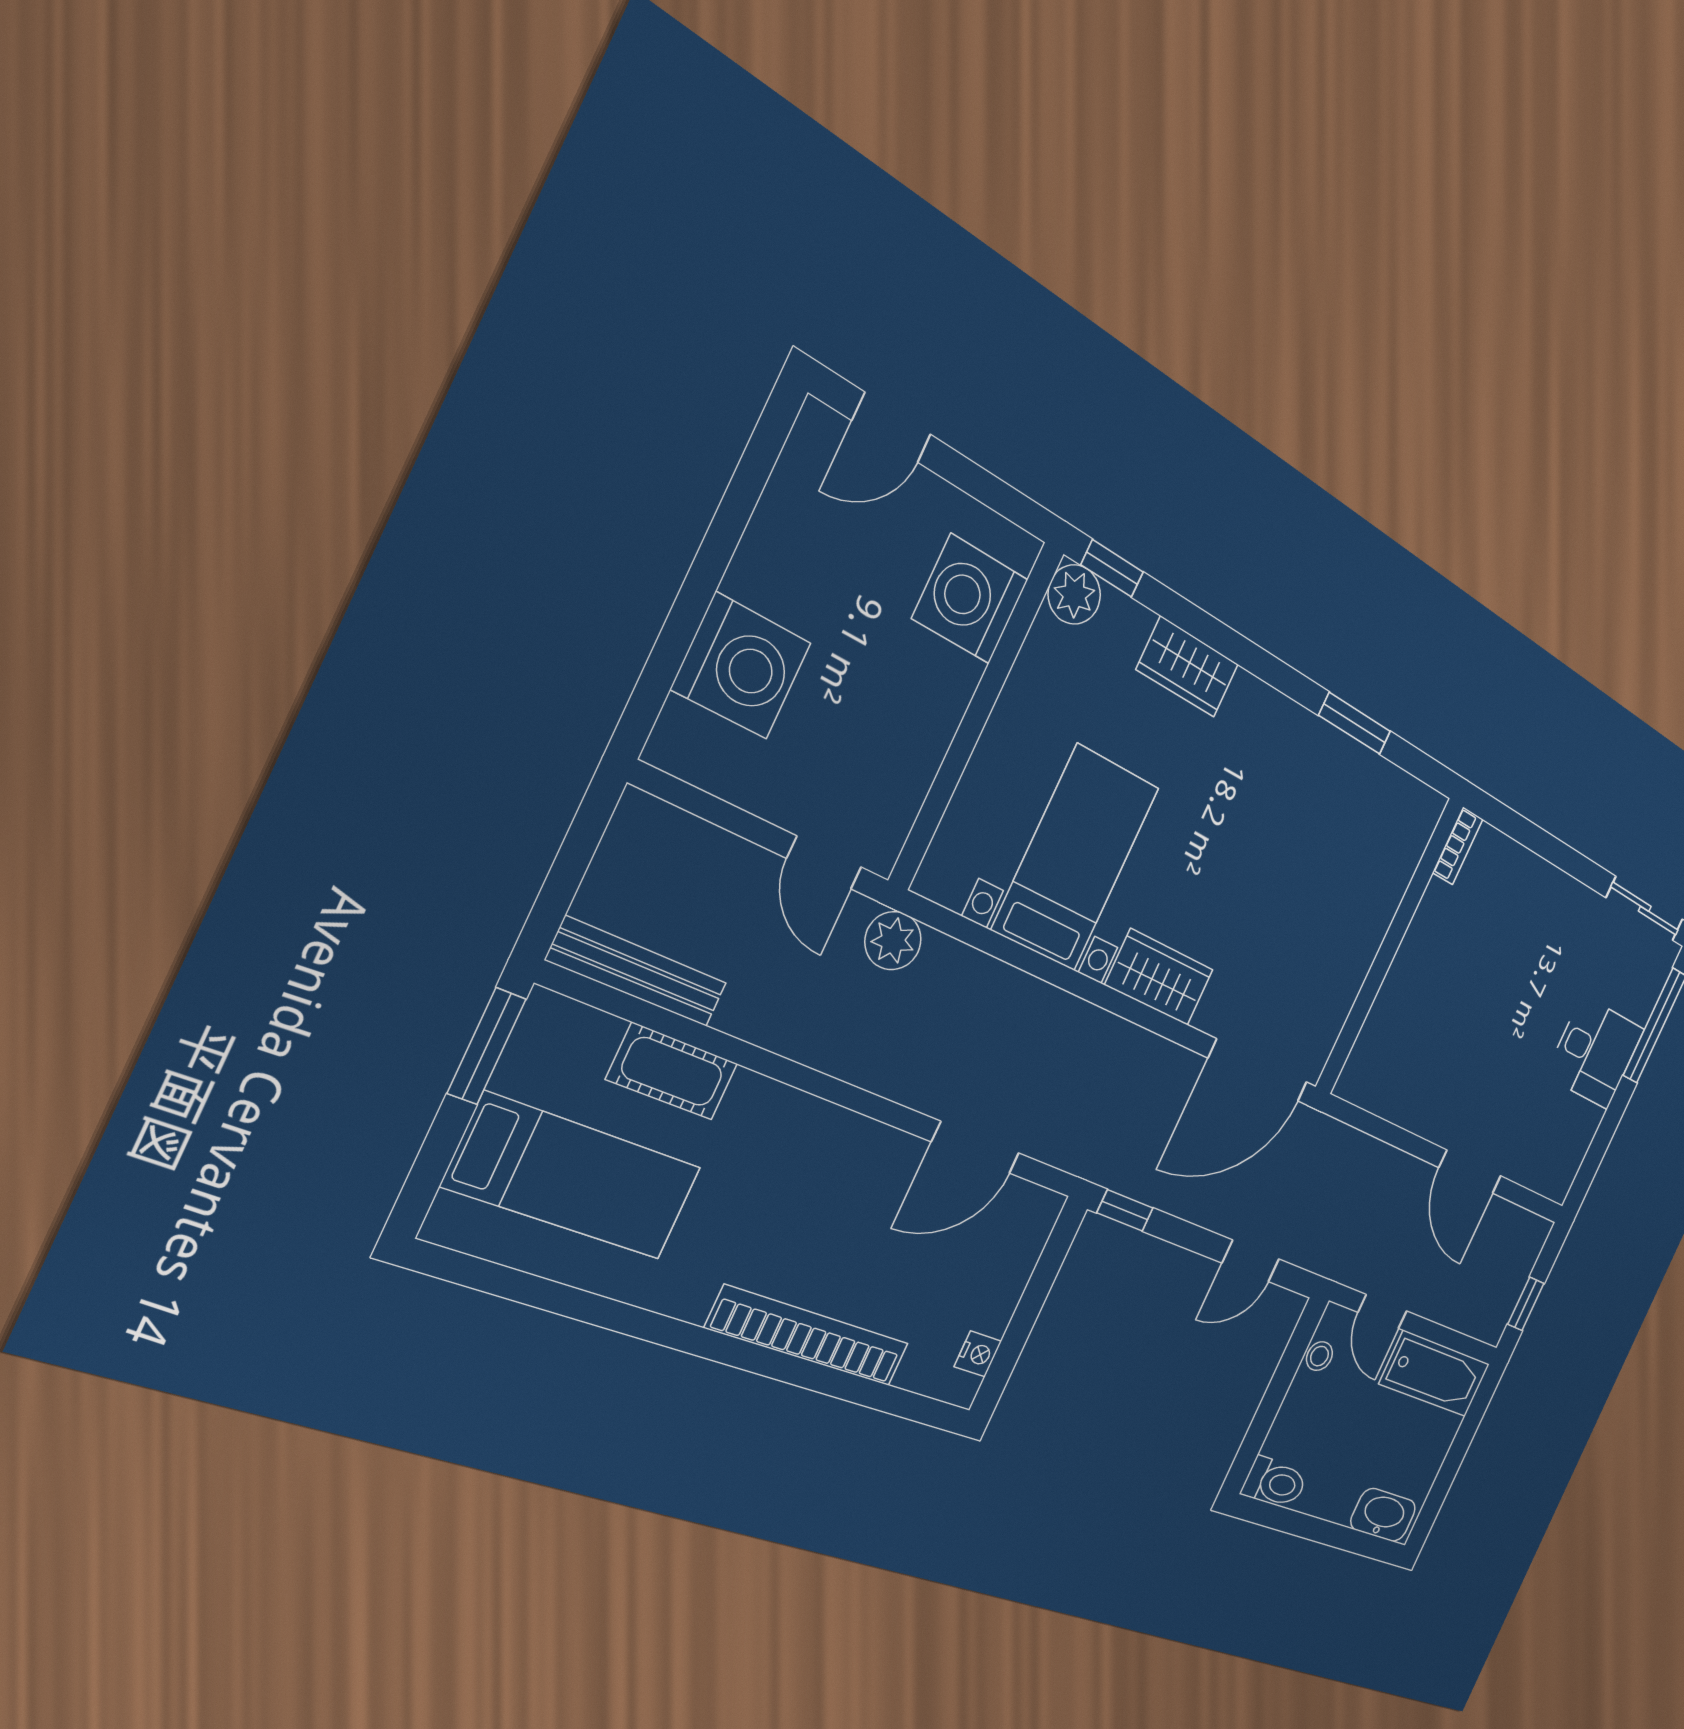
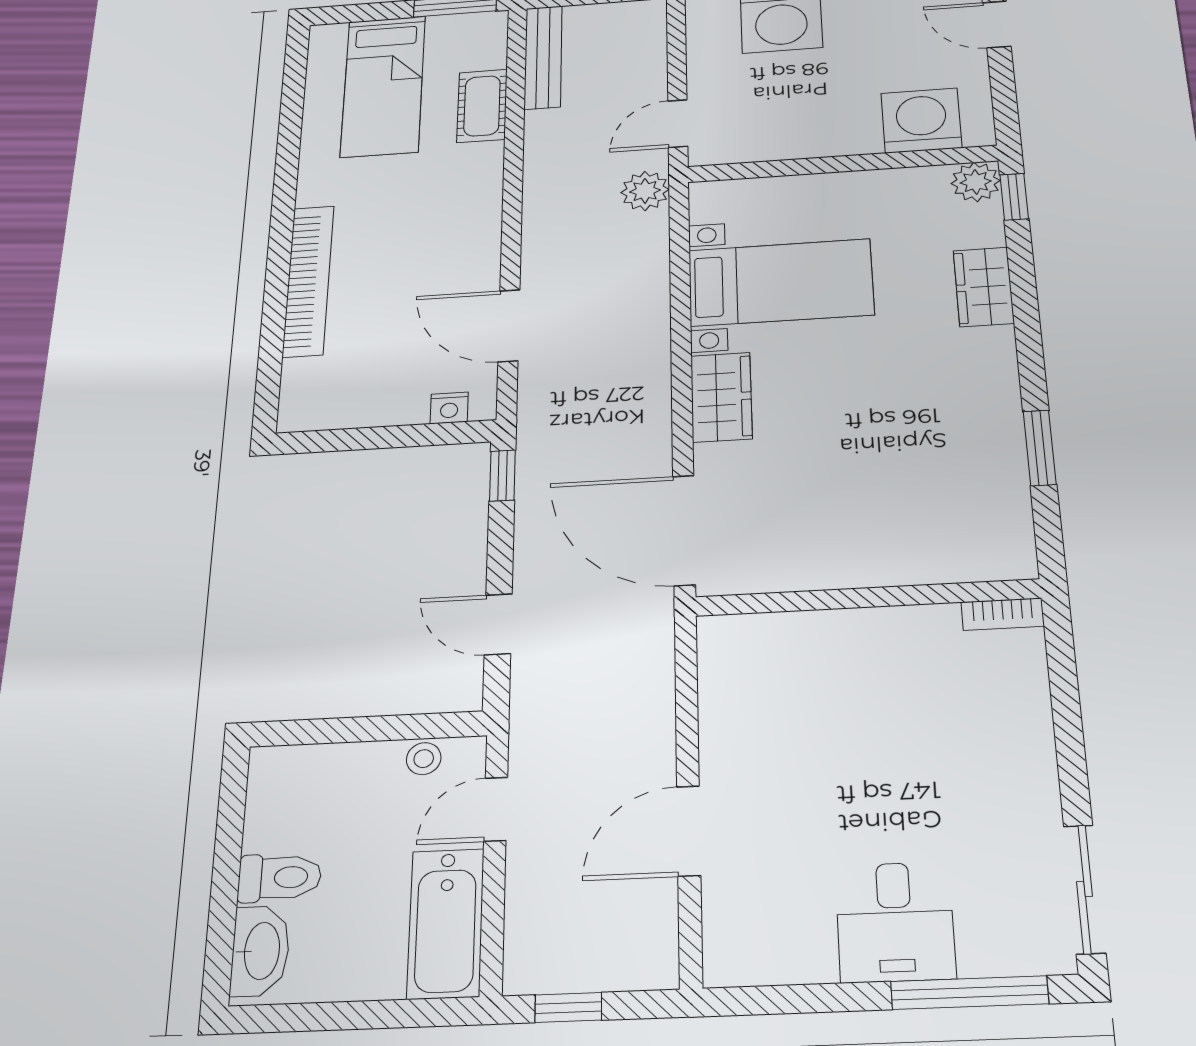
nightstand: (978, 1354) -> (449, 408), moved
toilet: (1275, 1483) -> (280, 878), moved, turned -90

